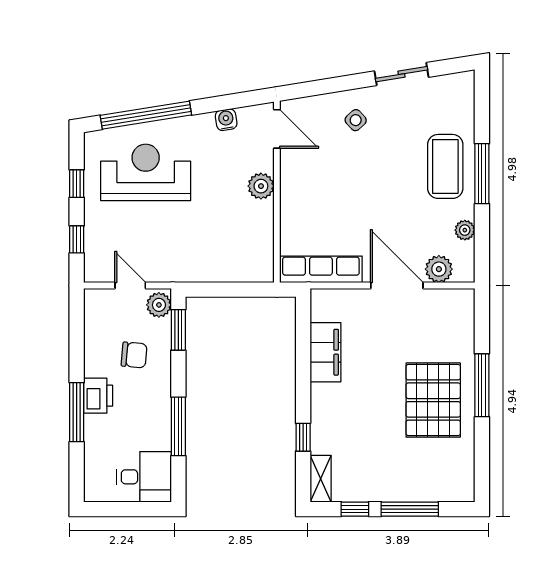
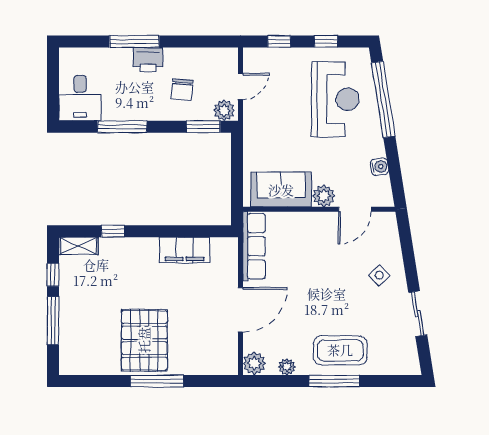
door: (277, 129) -> (355, 209), moved
sofa: (253, 237) -> (281, 190), added
plant: (439, 269) -> (254, 363), moved
pallet: (433, 400) -> (144, 340), turned 90

